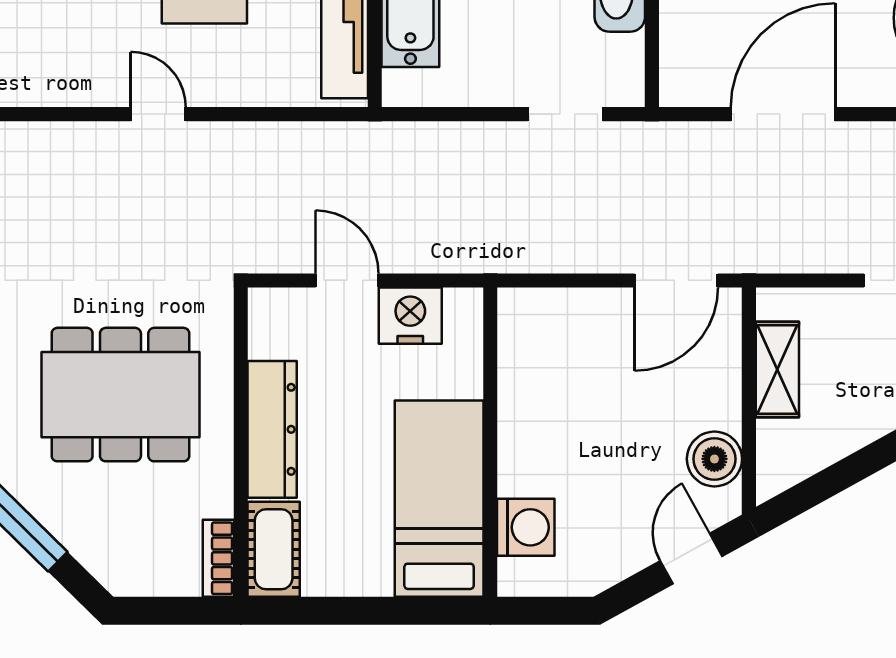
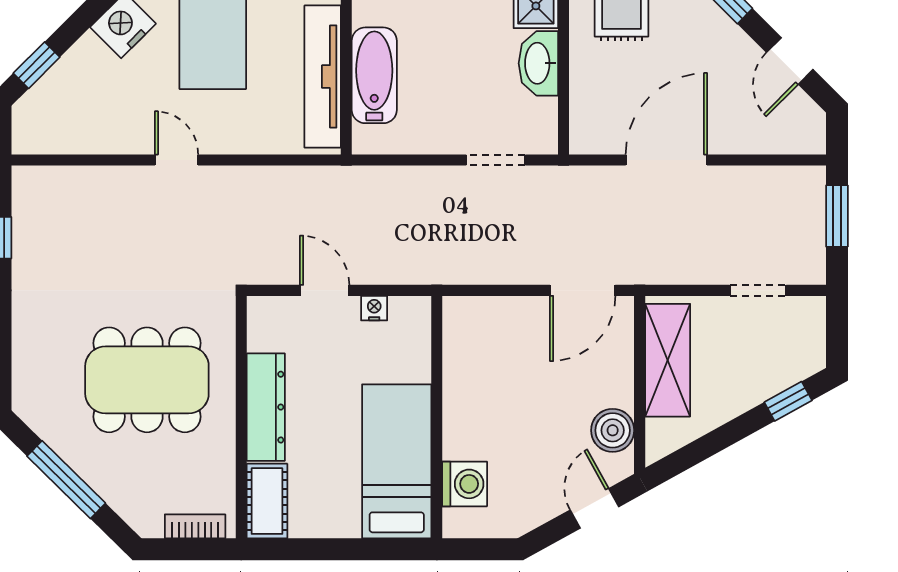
nightstand: (410, 316) -> (374, 308), width x0.53, depth x0.56
shelving: (777, 370) -> (668, 360), width x1.50, depth x1.33
bookcase: (218, 558) -> (195, 526), moved, turned 90

